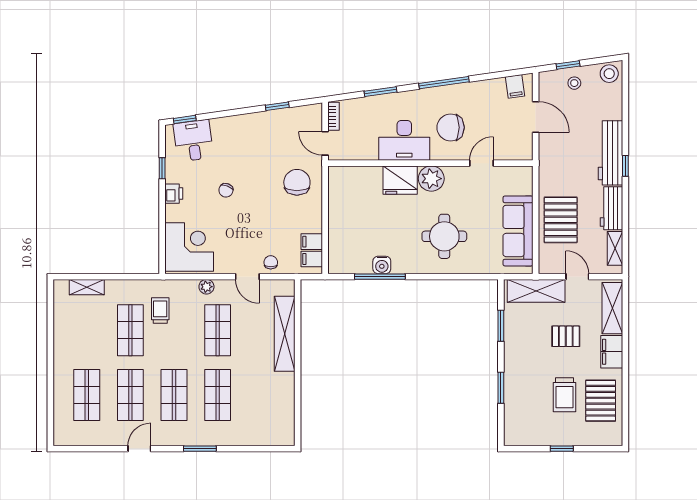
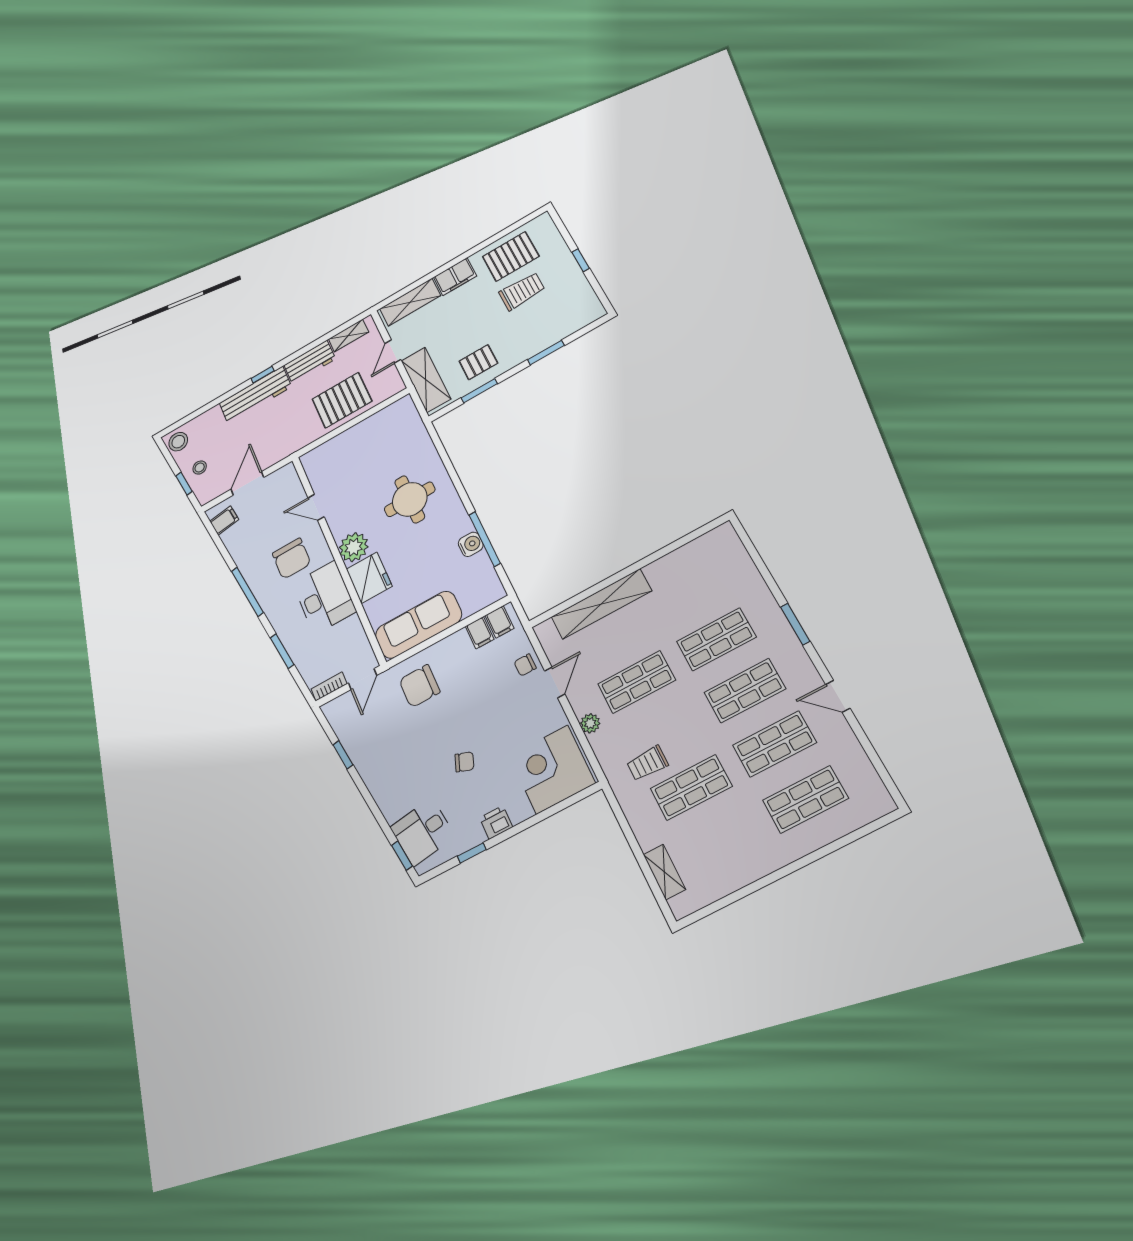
sofa: (518, 231) -> (418, 625), moved, turned 180
pallet: (566, 336) -> (478, 362), moved, turned 90

